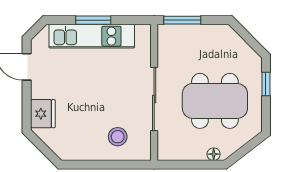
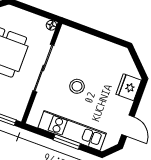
stool: (118, 137) -> (77, 86), moved
floor lamp: (214, 154) -> (51, 25), moved

